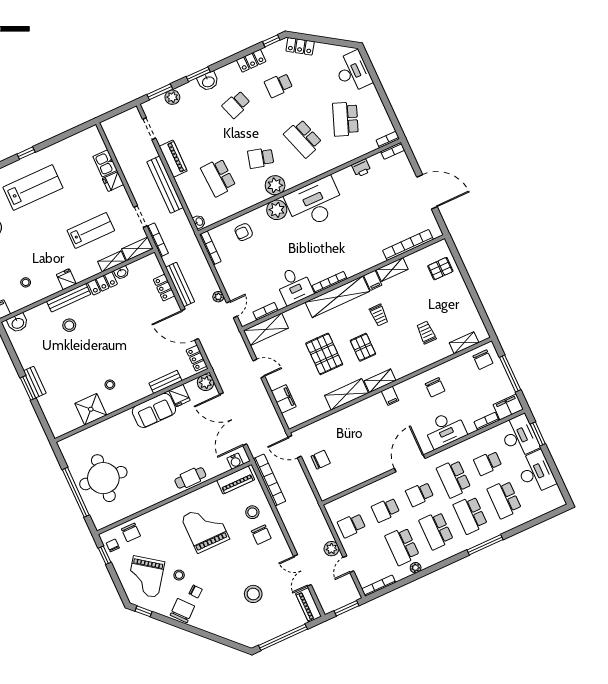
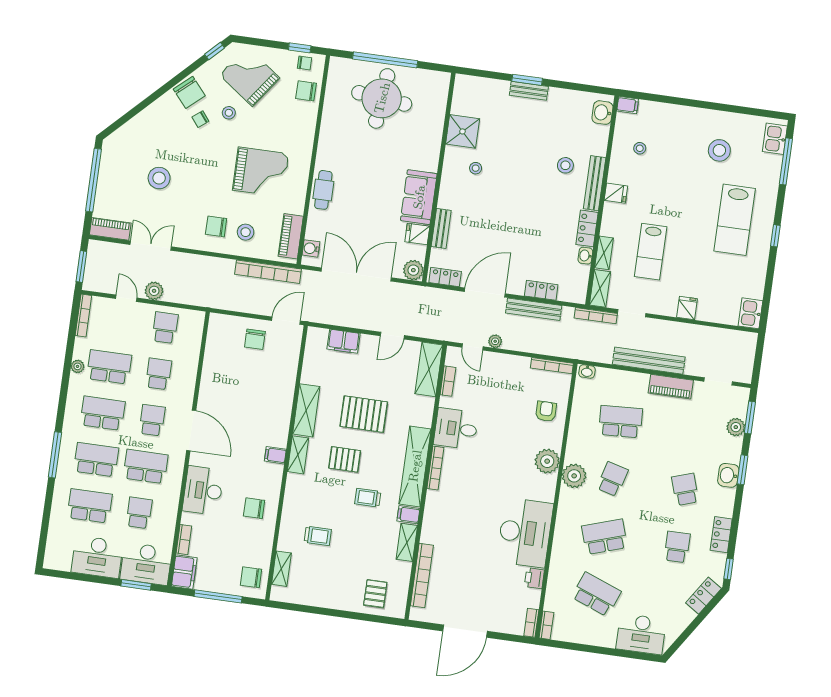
kitchen sink: (105, 163) -> (750, 313), moved, turned -90
desk: (315, 203) -> (525, 533), moved

